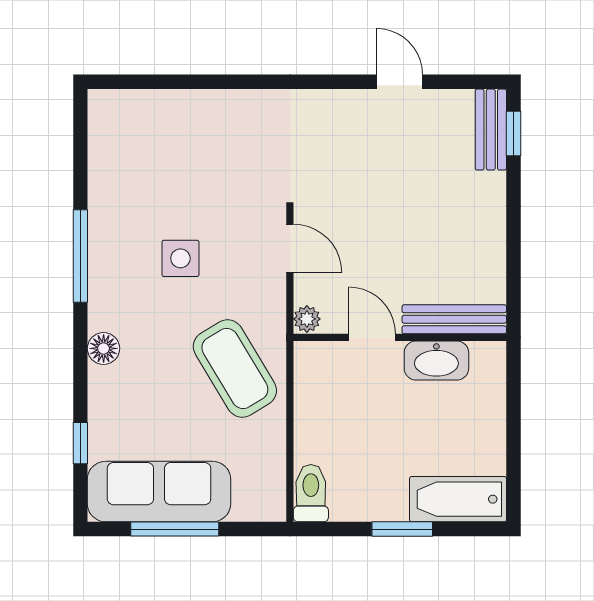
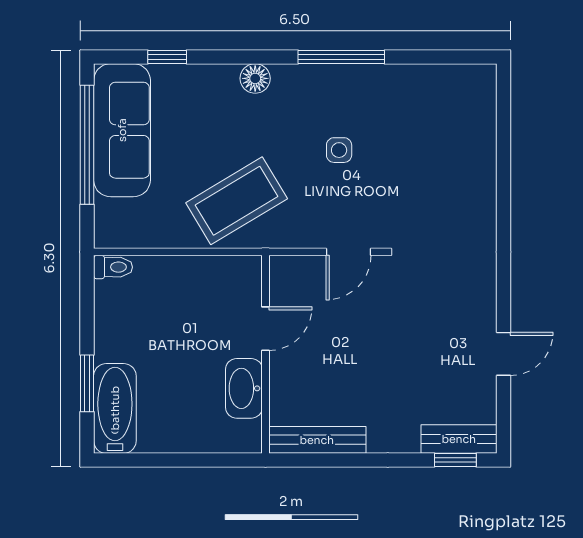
side table: (180, 258) -> (339, 150), width x0.73, depth x0.73
plant: (307, 319) -> (283, 268), removed
bench: (454, 319) -> (317, 440), moved, turned 90
toilet: (311, 493) -> (113, 267), width x0.73, depth x0.72
window: (175, 529) -> (87, 145), width x1.46
window: (402, 529) -> (87, 383), moved

